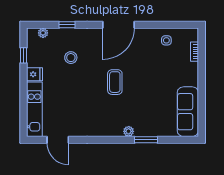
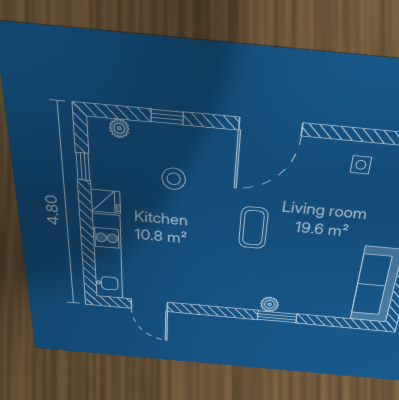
window: (146, 140) -> (277, 317), moved

